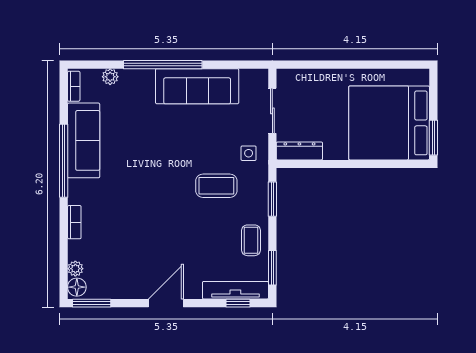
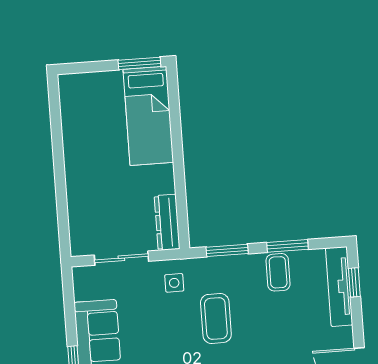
bed: (389, 123) -> (148, 116), width x0.49
coffee table: (251, 240) -> (278, 272), turned 90
window: (272, 268) -> (287, 246), moved

